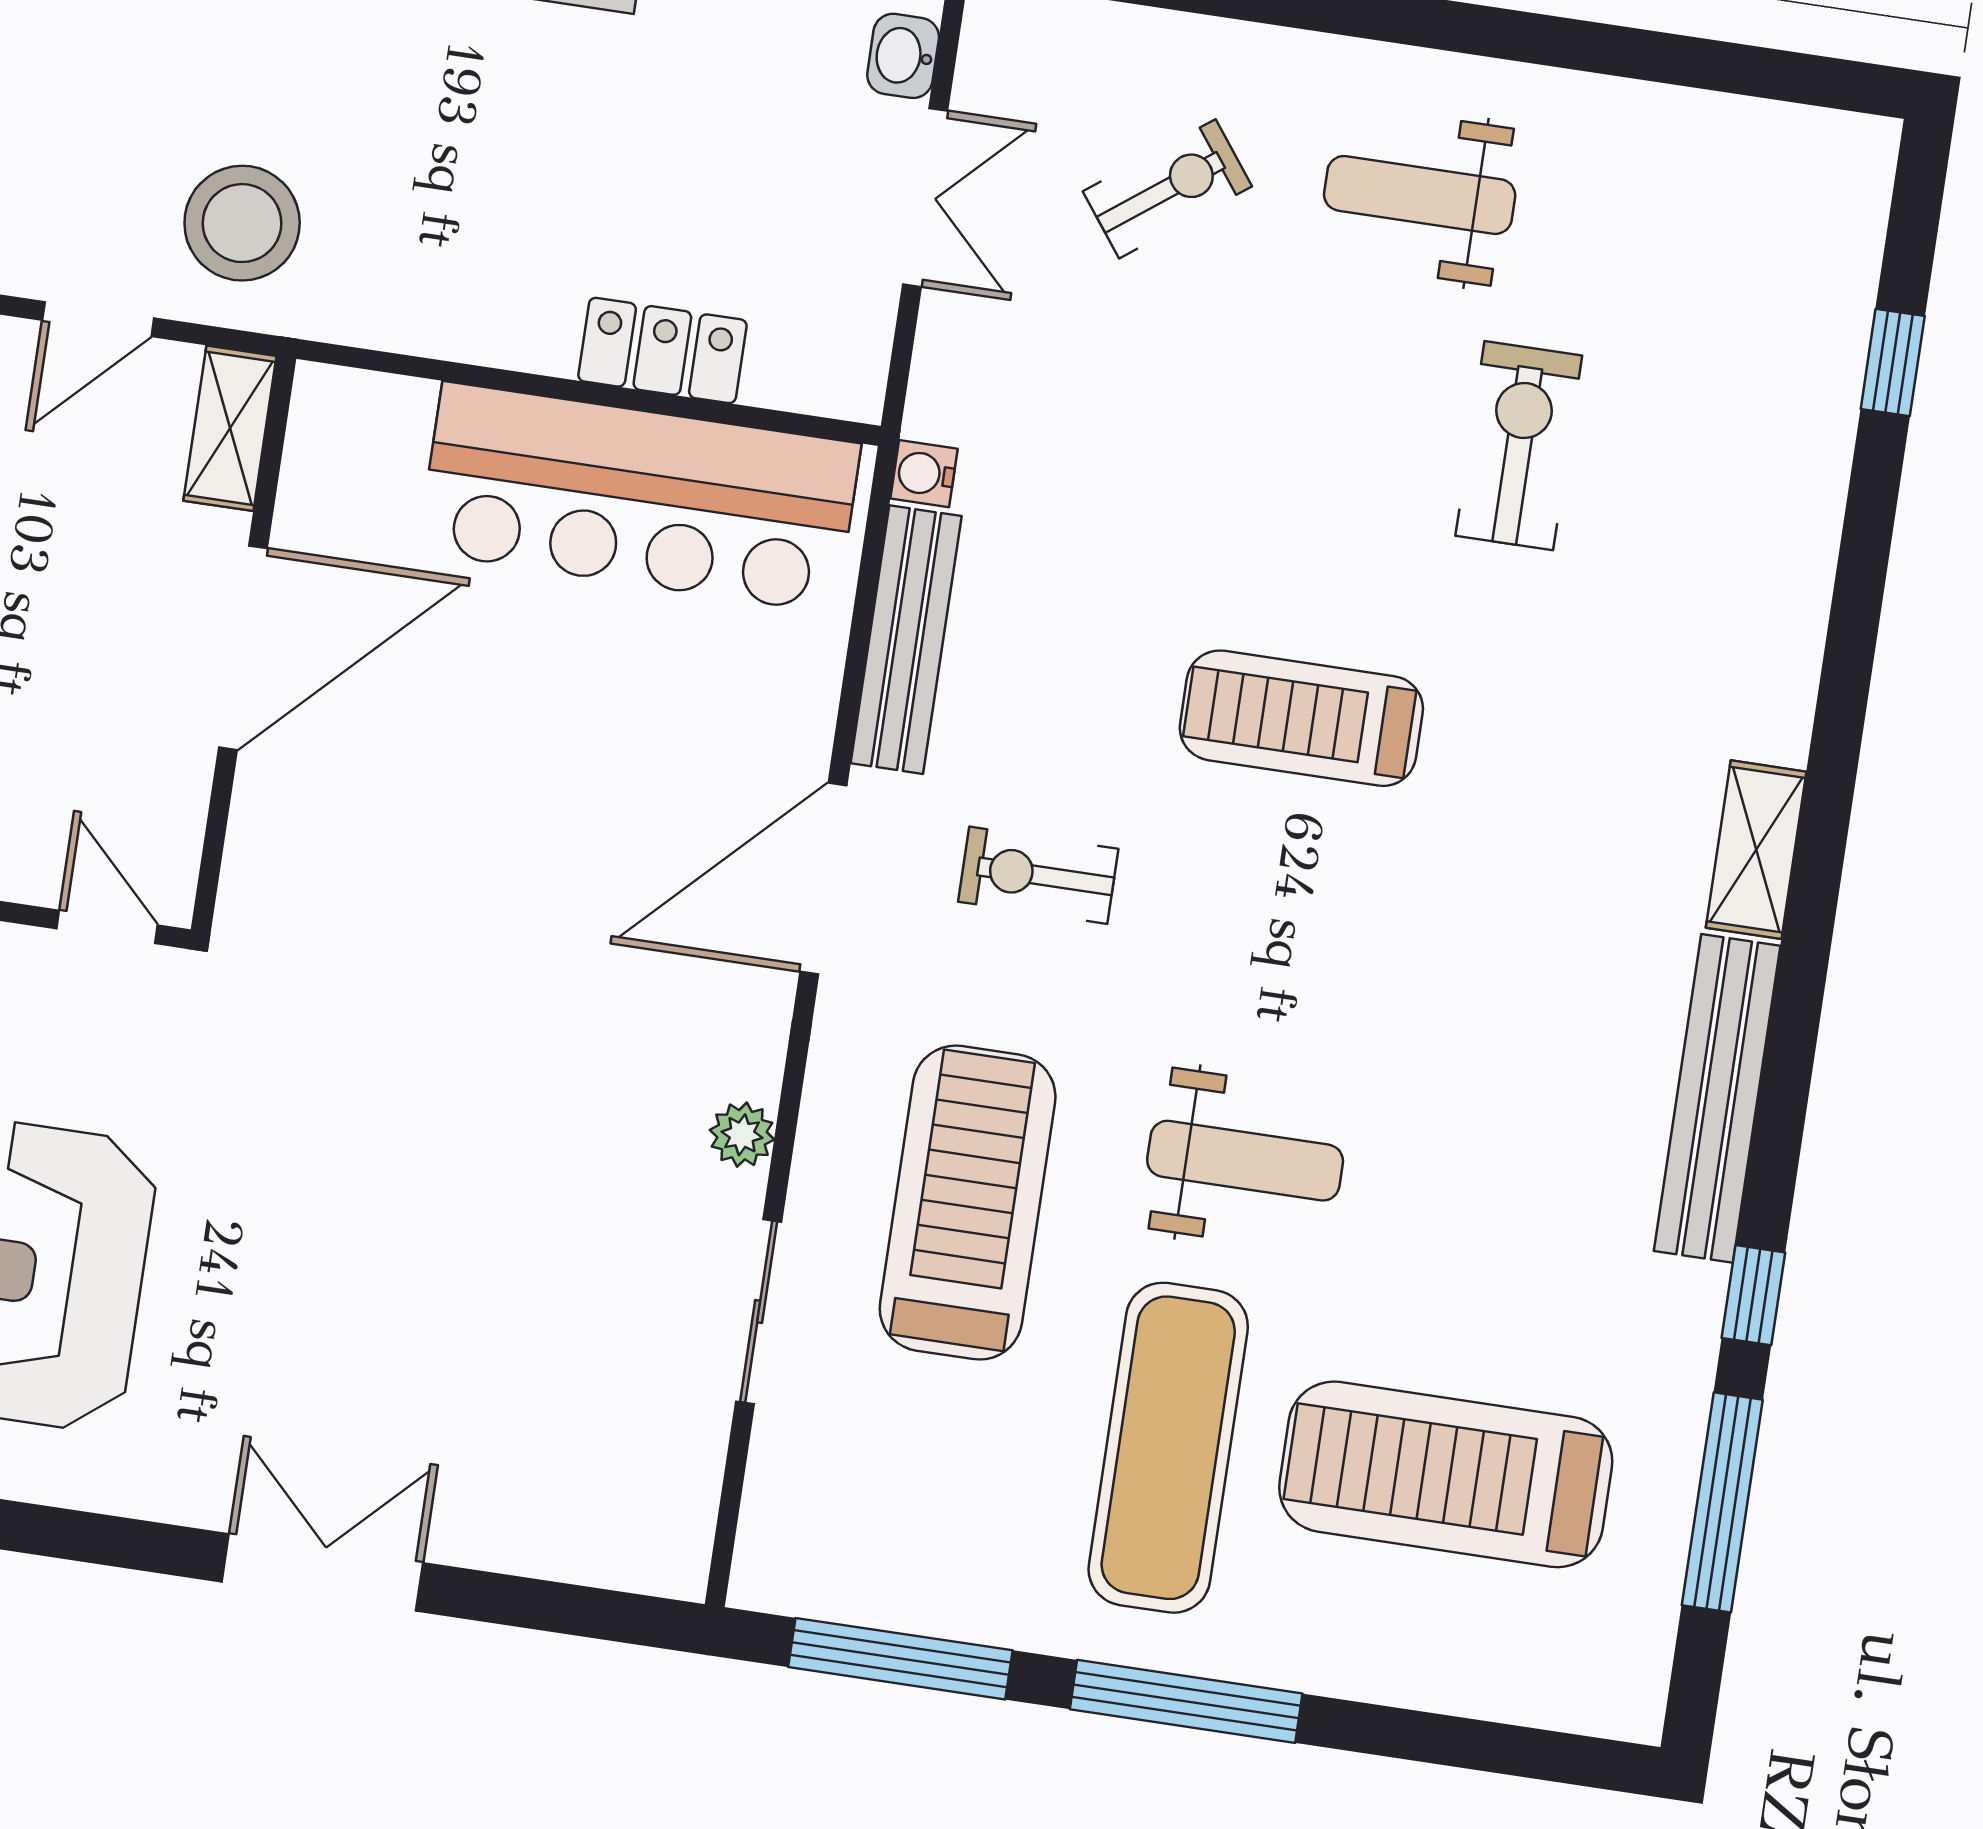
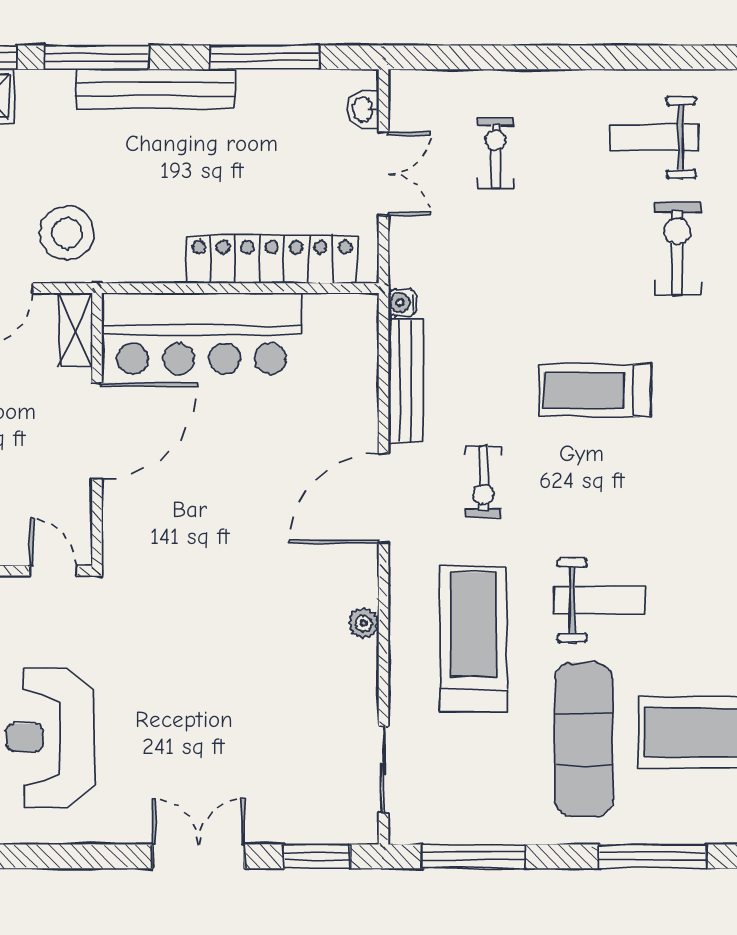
exercise bike: (1167, 189) -> (496, 153), turned -53
weight bench: (1420, 195) -> (654, 137), moved
locker: (662, 350) -> (272, 259), width x2.16, depth x1.21
bar counter: (639, 497) -> (202, 333), moved
exercise bike: (1038, 875) -> (483, 482), turned -90
sliding door: (759, 1312) -> (384, 769), moved
window: (572, 1610) -> (317, 856), added
window: (1186, 1701) -> (653, 856), moved

